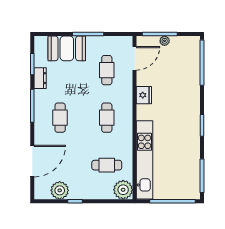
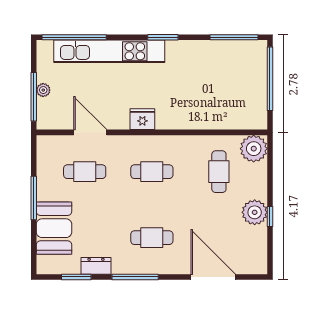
door: (135, 58) -> (90, 132), moved
fridge: (144, 95) -> (142, 119), moved
kitchen unit: (145, 160) -> (109, 51), moved, turned 180
plant: (60, 190) -> (255, 212), moved

